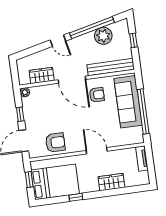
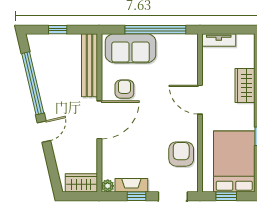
plant: (103, 36) -> (46, 69), removed
wardrobe: (42, 76) -> (81, 183), moved, turned 90
sofa: (128, 102) -> (131, 48), width x0.73
fireplace: (28, 110) -> (131, 185), added
door: (97, 151) -> (200, 100), hinge flipped

